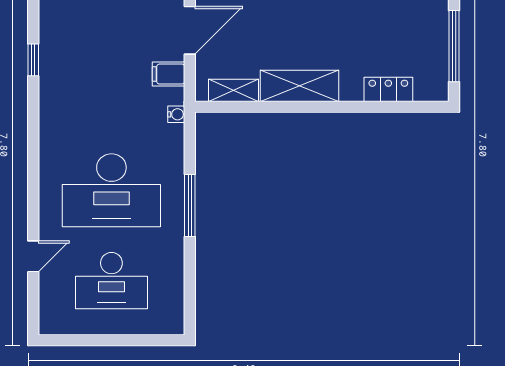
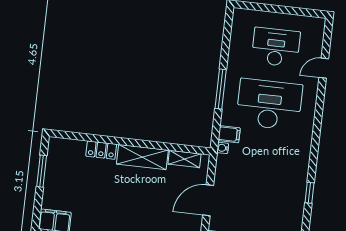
window: (454, 46) -> (42, 171), width x0.69
filing cabinet: (168, 74) -> (229, 134), moved
locker: (388, 89) -> (101, 150), moved

